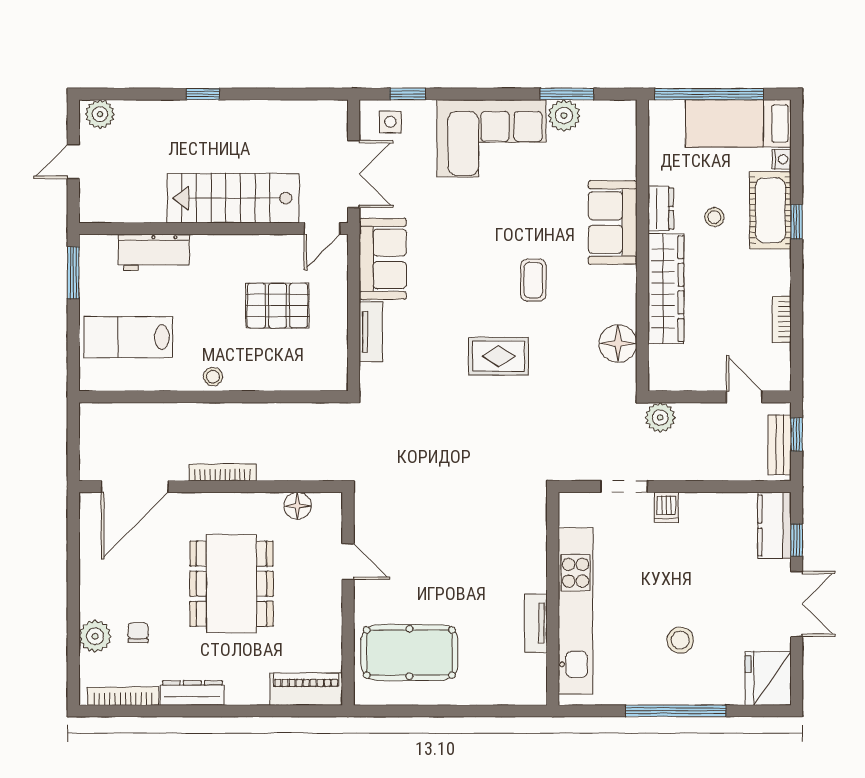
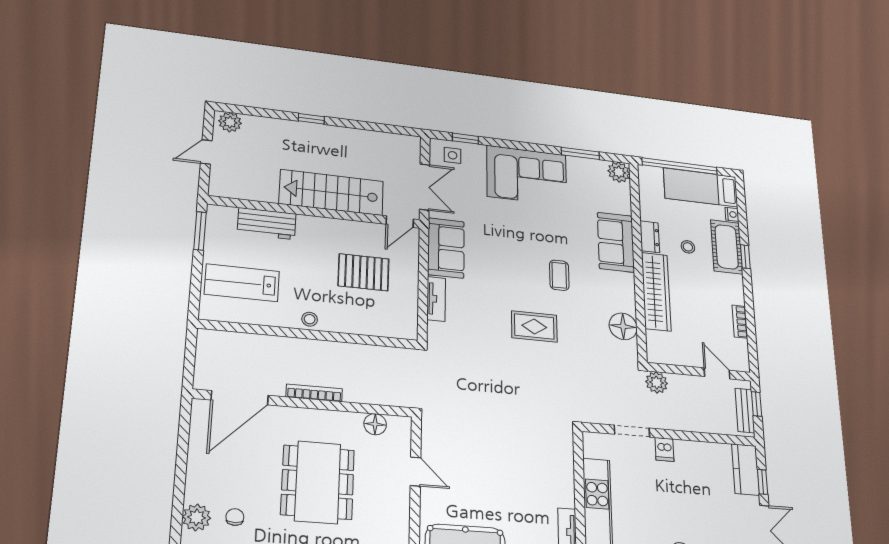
plant: (564, 116) -> (619, 172), moved

